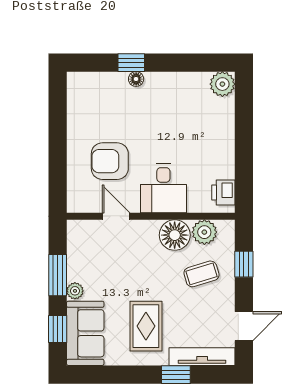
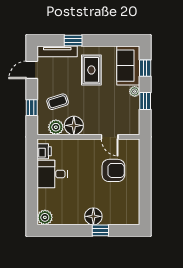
floor lamp: (136, 79) -> (93, 216), width x1.89, depth x1.89
desk: (163, 188) -> (52, 174), moved, turned -90
window: (58, 275) -> (145, 101), width x0.67

